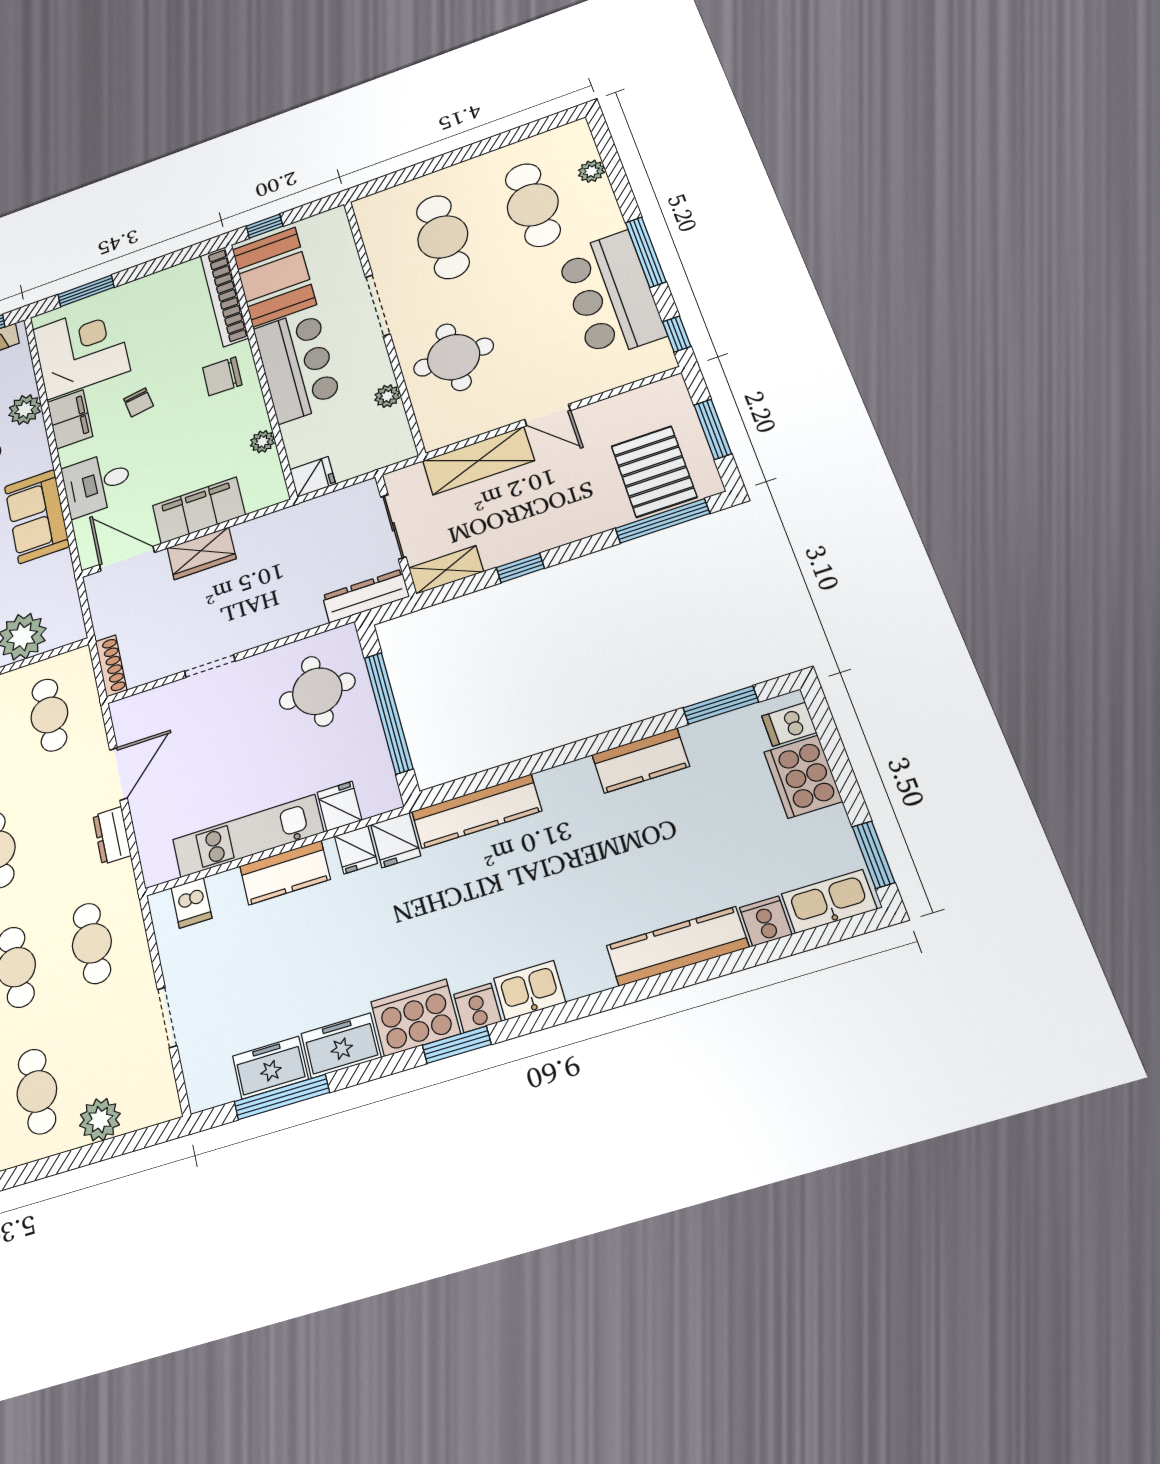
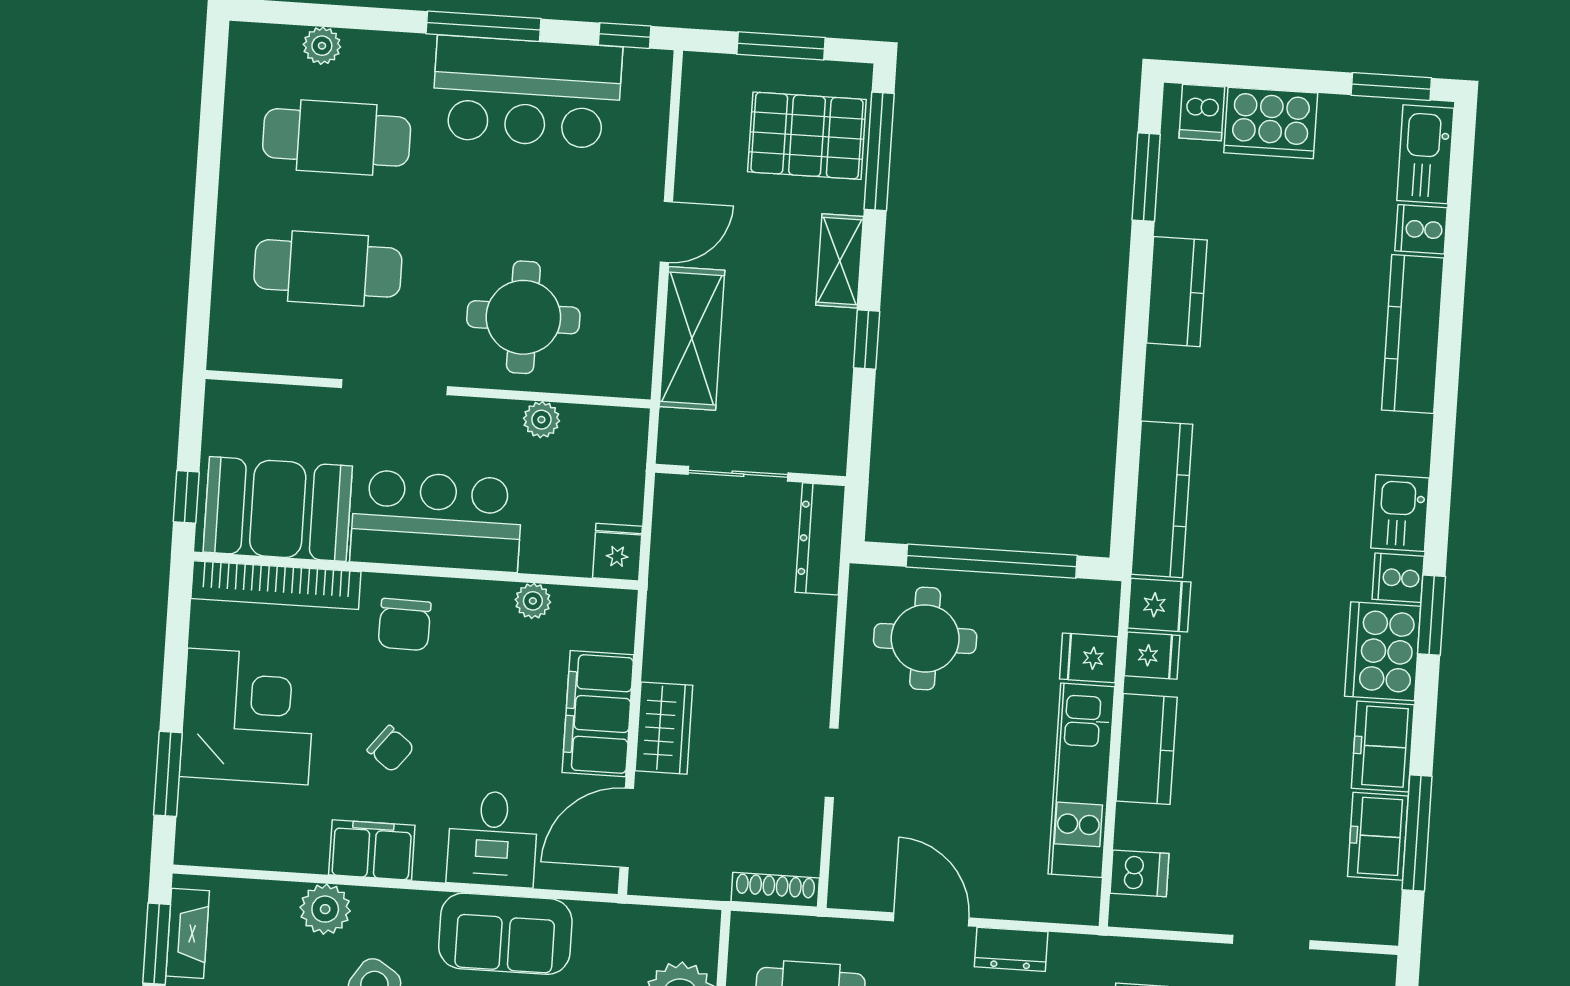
corner desk: (81, 350) -> (248, 717), moved, turned 90
chair: (138, 402) -> (391, 749), turned 47
shelving: (446, 570) -> (840, 261), moved

